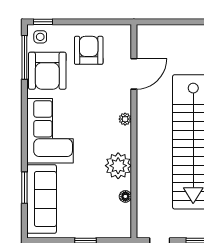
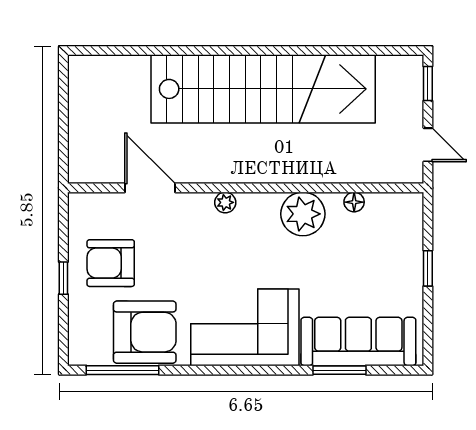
window: (43, 22) -> (63, 278), moved
side table: (40, 37) -> (88, 344), removed

